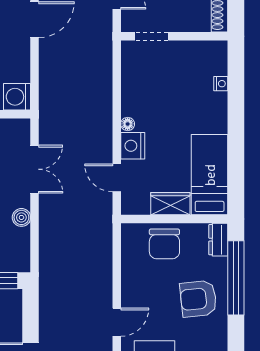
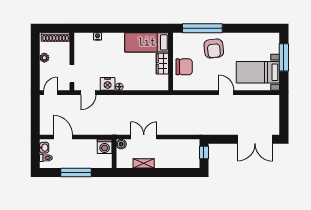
nightstand: (133, 146) -> (108, 84), moved
door: (117, 178) -> (88, 93), moved
boiler: (21, 217) -> (121, 144), moved
dresser: (218, 240) -> (182, 38), removed

